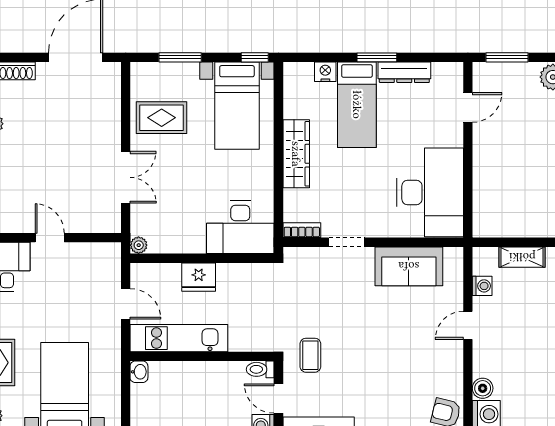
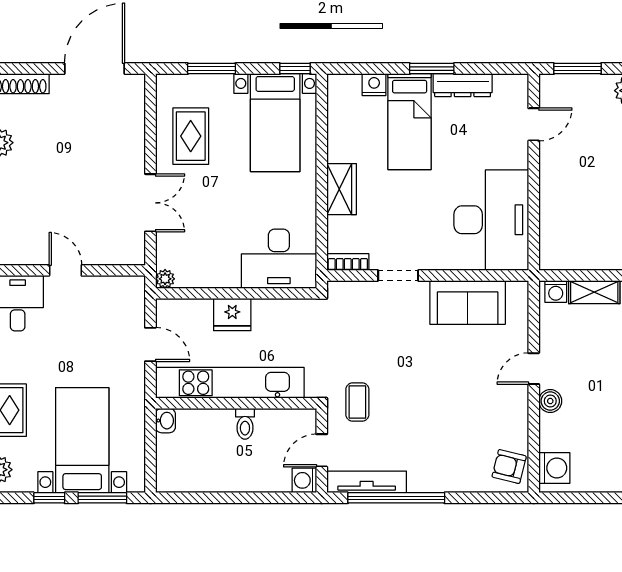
rug: (162, 118) -> (191, 136), turned 90
wardrobe: (296, 154) -> (342, 189), width x0.67
washing machine: (482, 286) -> (556, 291), moved, turned 90
kitchen unit: (179, 338) -> (230, 383), width x1.36
toilet: (260, 369) -> (245, 424), moved, turned -90
boiler: (483, 388) -> (550, 401), moved
door: (278, 399) -> (322, 450), hinge flipped

